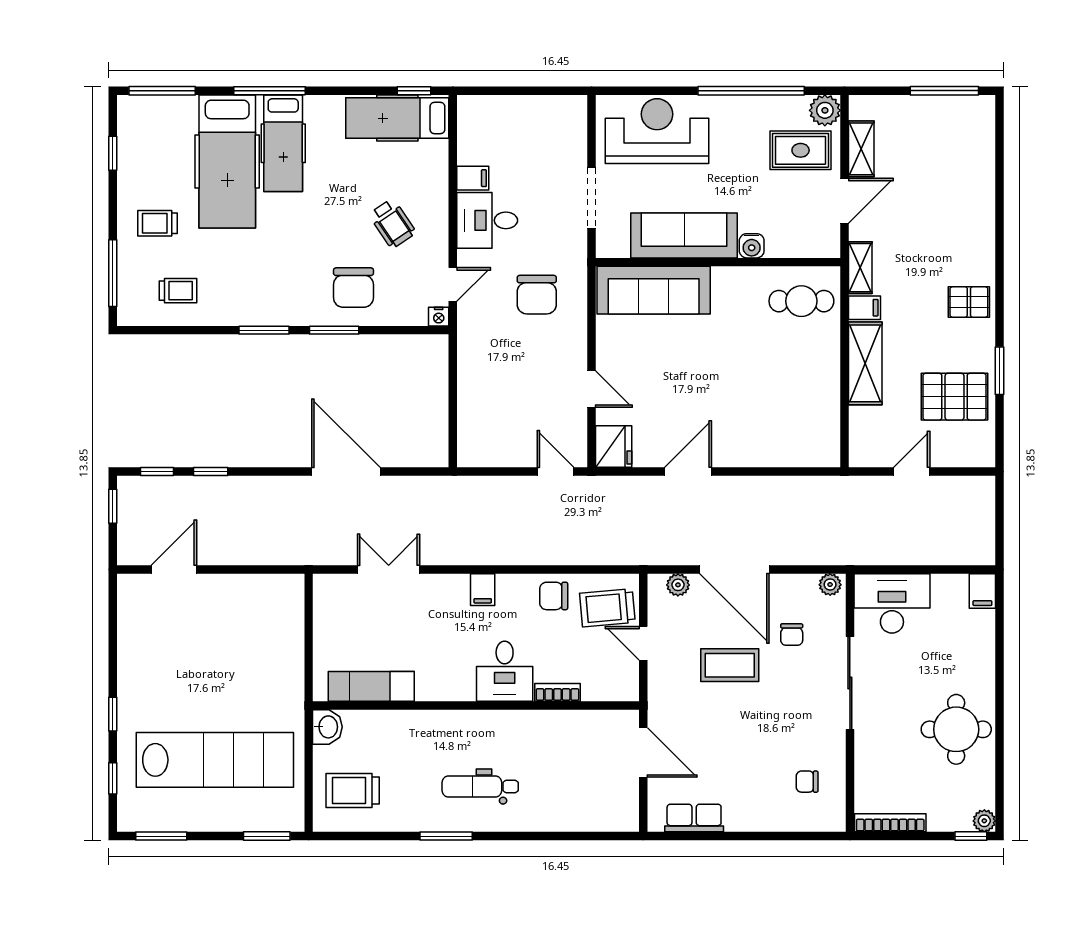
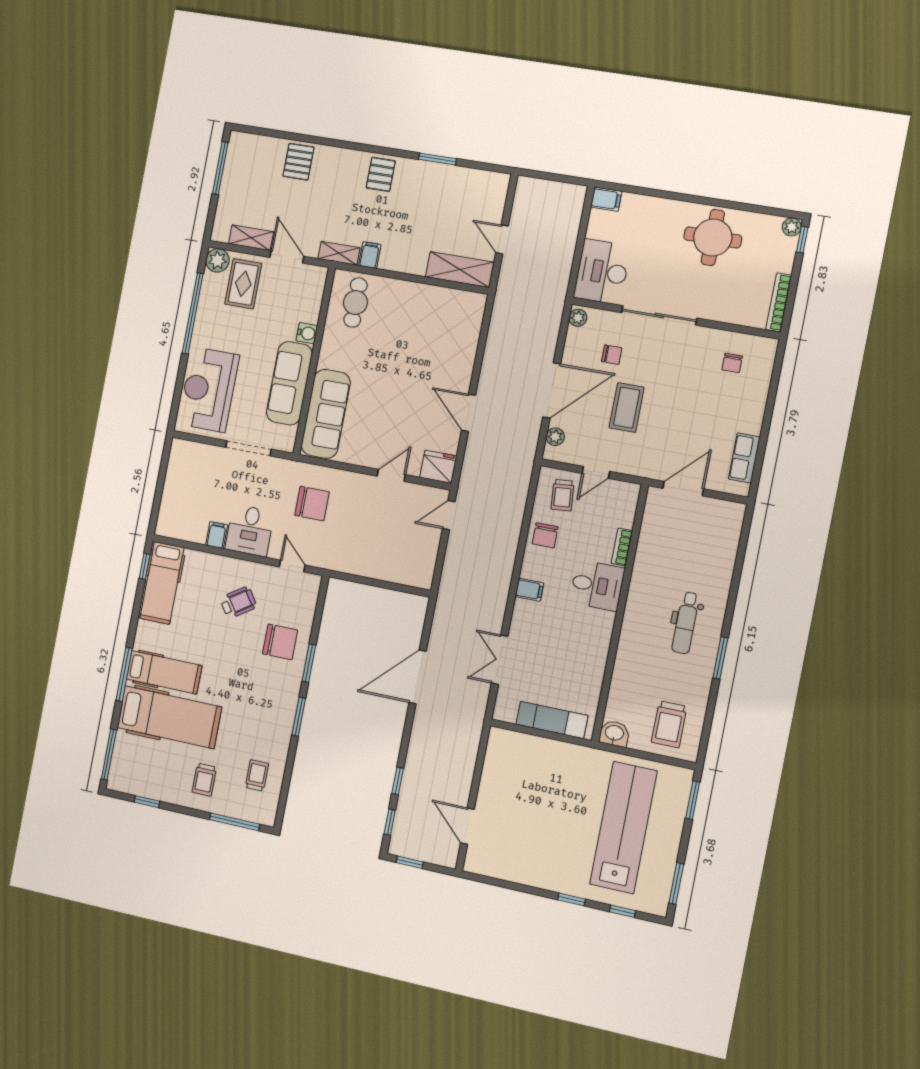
nightstand: (439, 317) -> (314, 582), removed
shelving: (865, 363) -> (460, 270), moved
pallet: (955, 397) -> (298, 162), moved, width x0.67, depth x0.71
trolley: (607, 608) -> (563, 495), width x0.73, depth x0.72
exam couch: (371, 686) -> (552, 720), moved, turned 90

